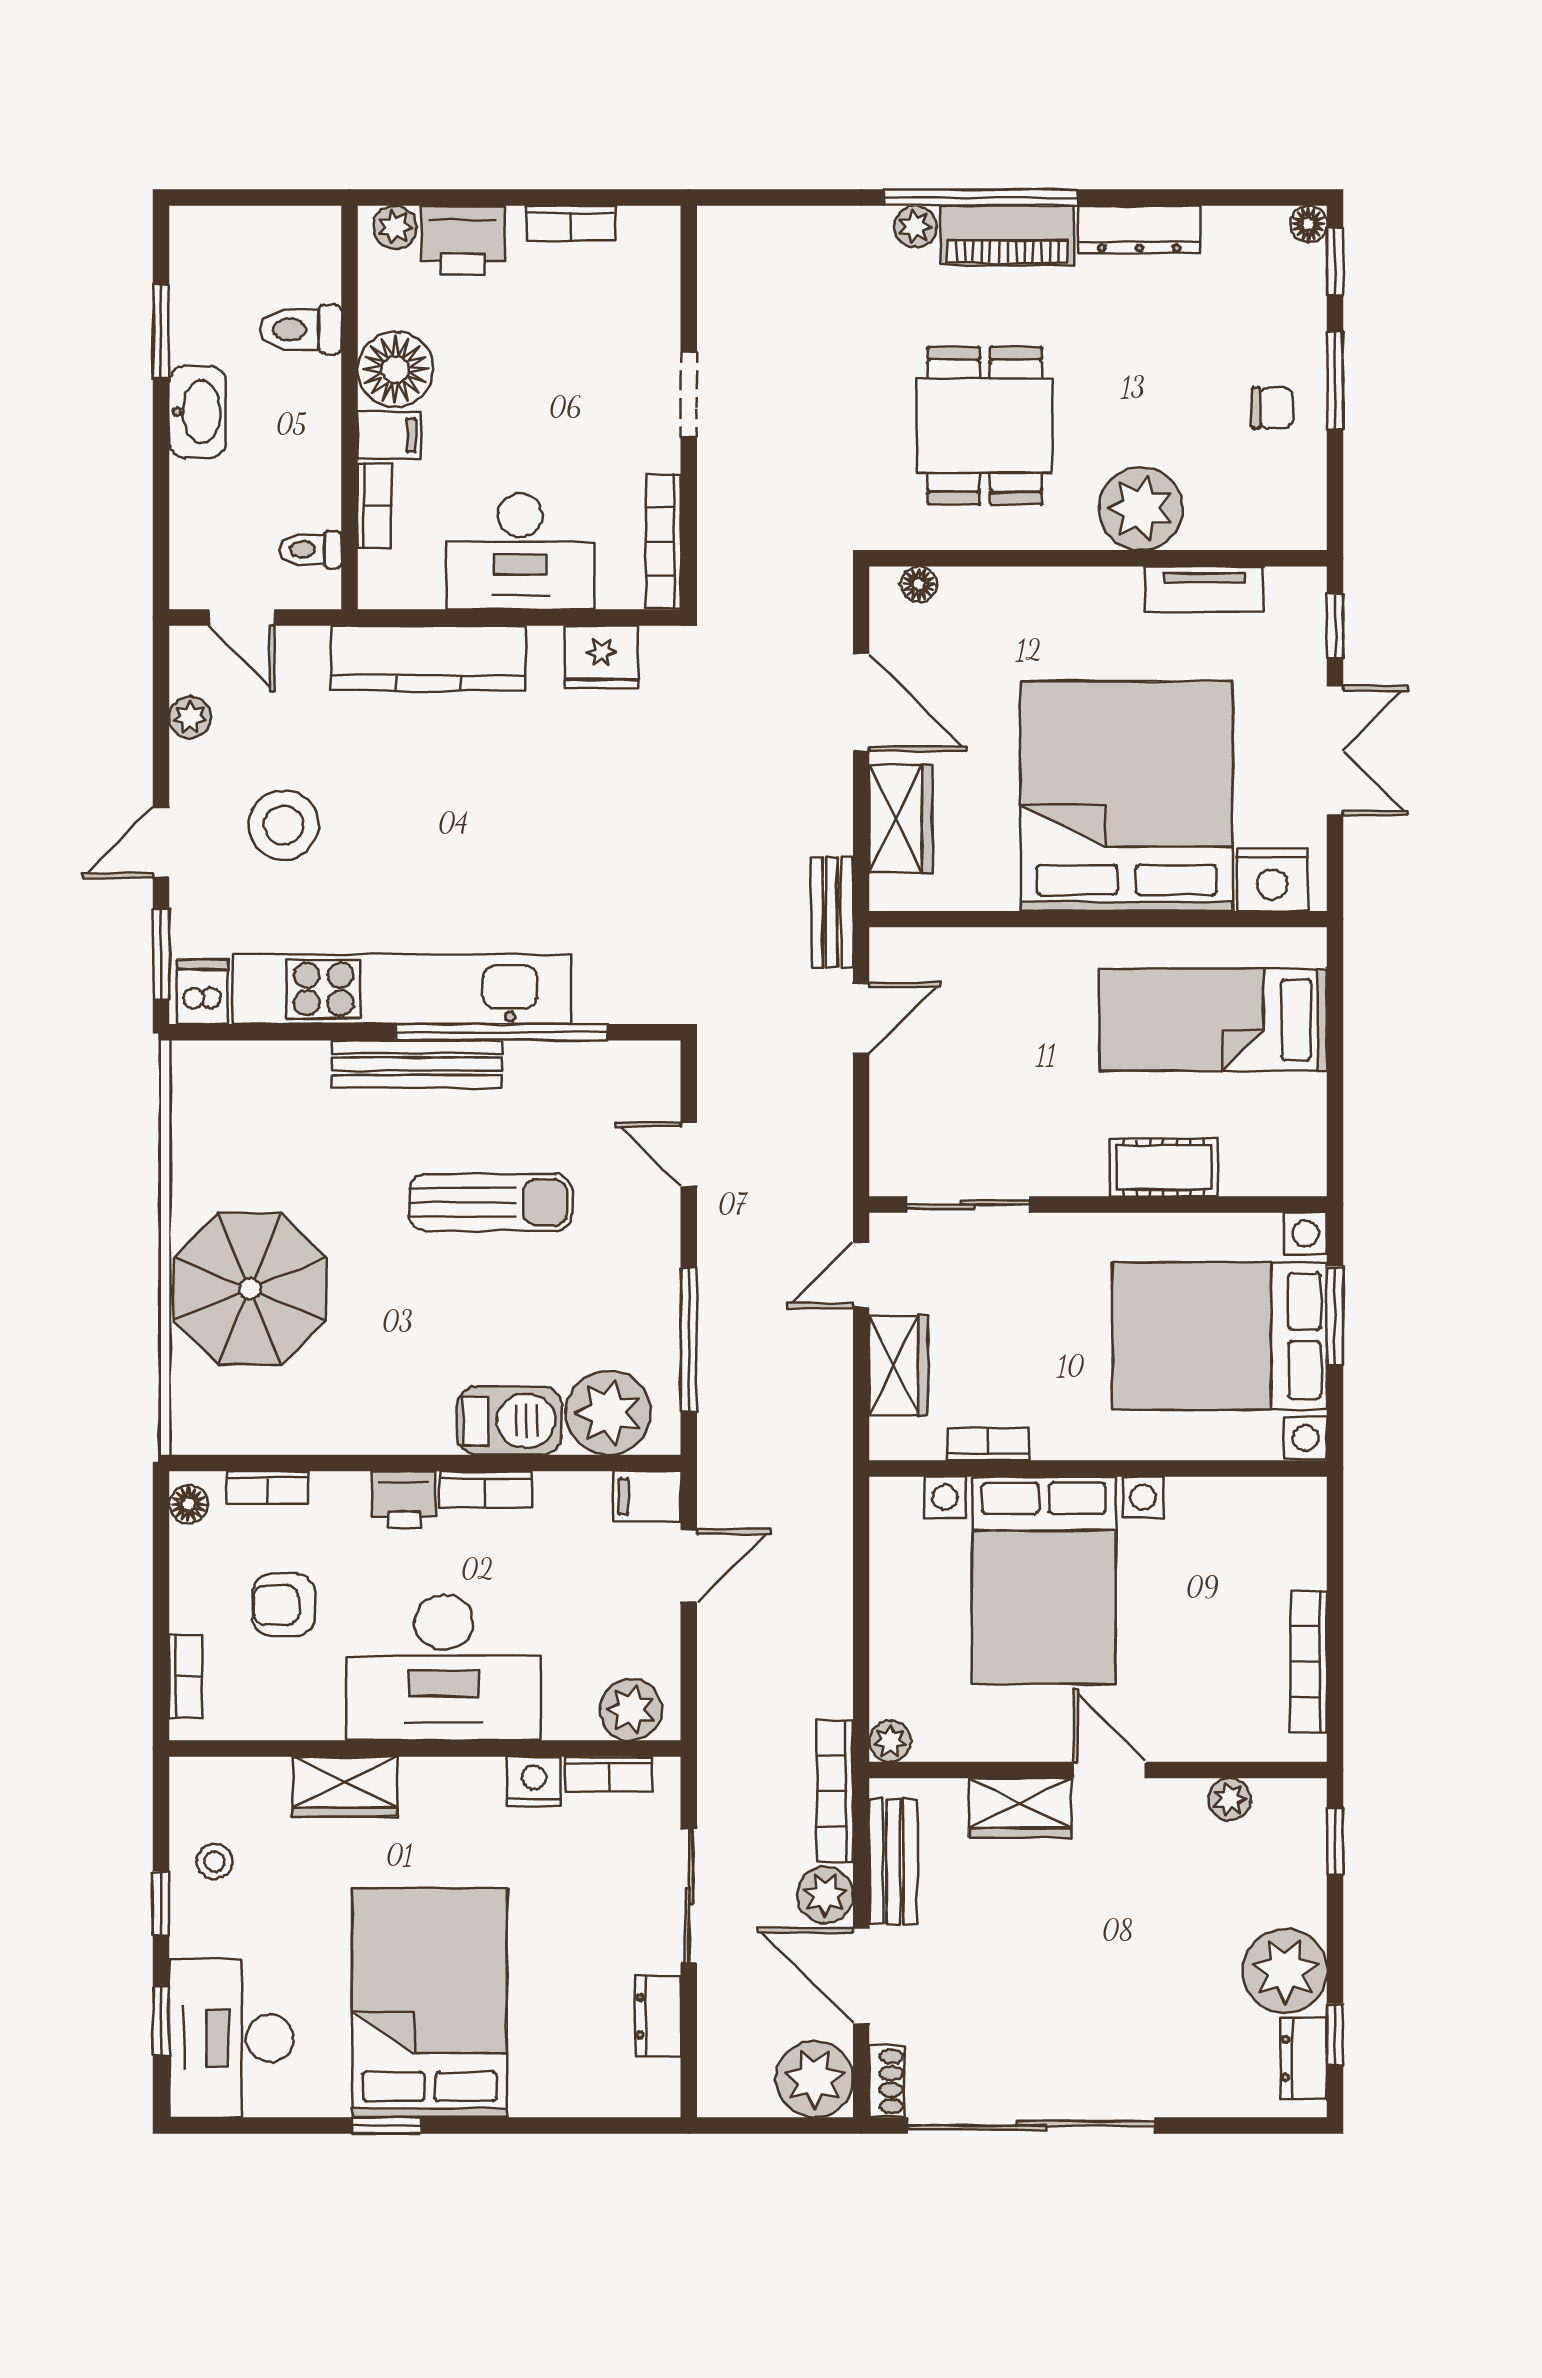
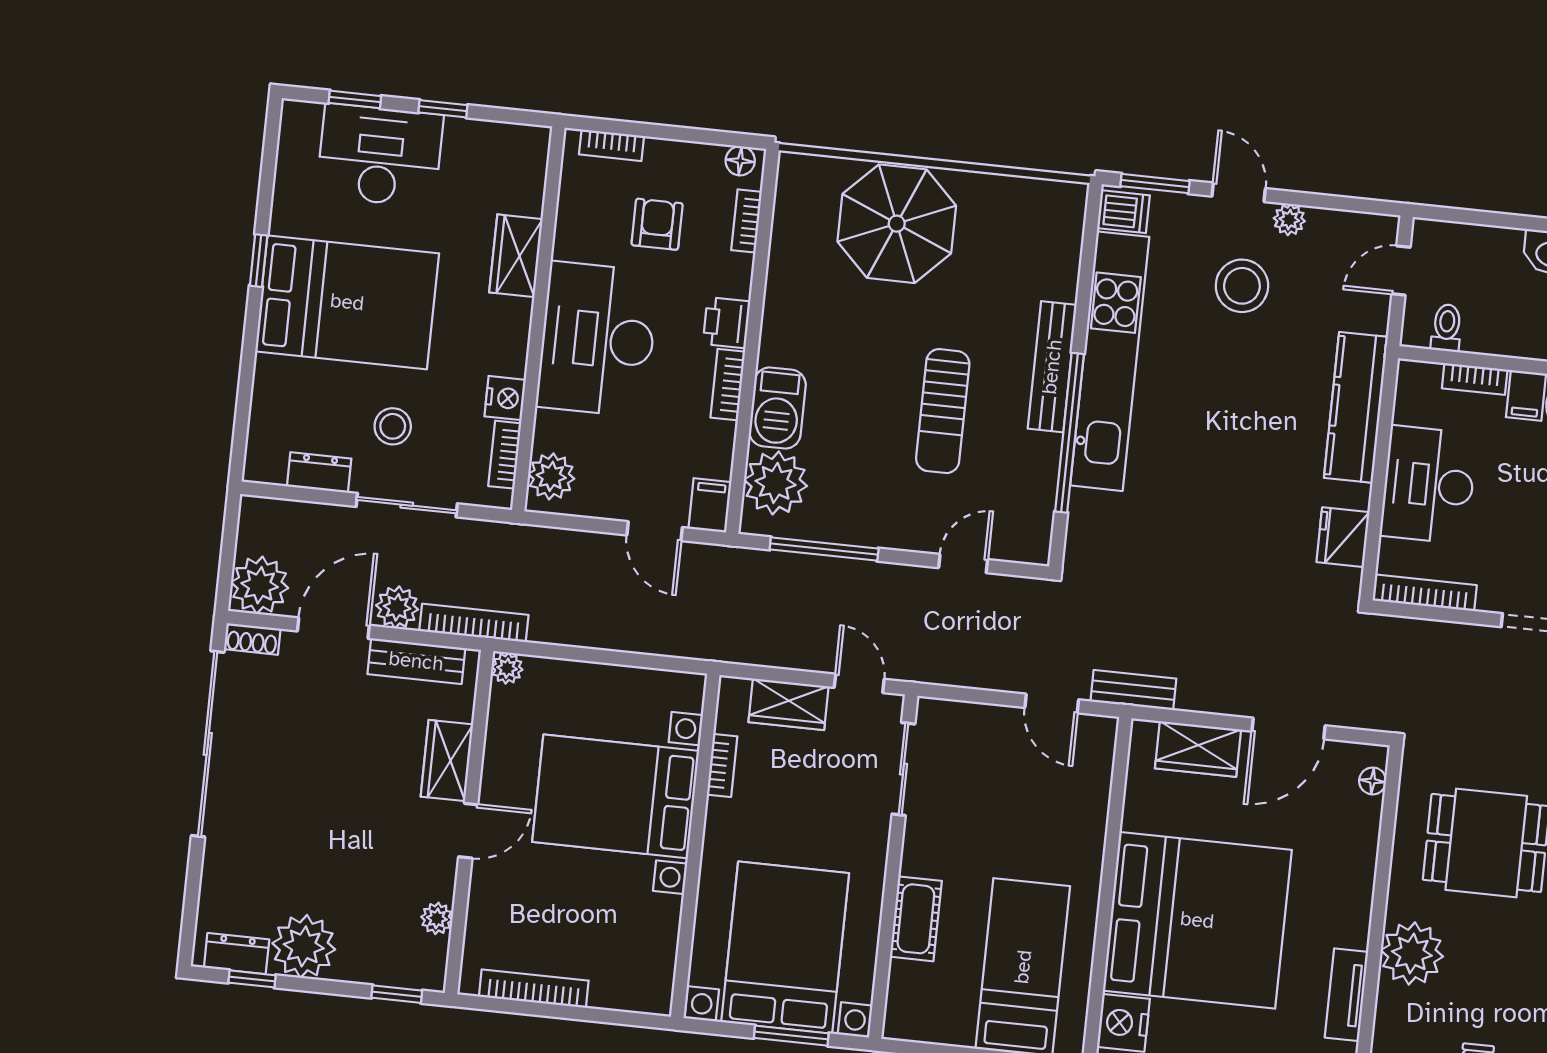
plant: (190, 717) -> (1289, 220), moved
stool: (214, 1862) -> (393, 426), moved, width x1.37, depth x1.37
desk: (231, 2038) -> (380, 155), moved

